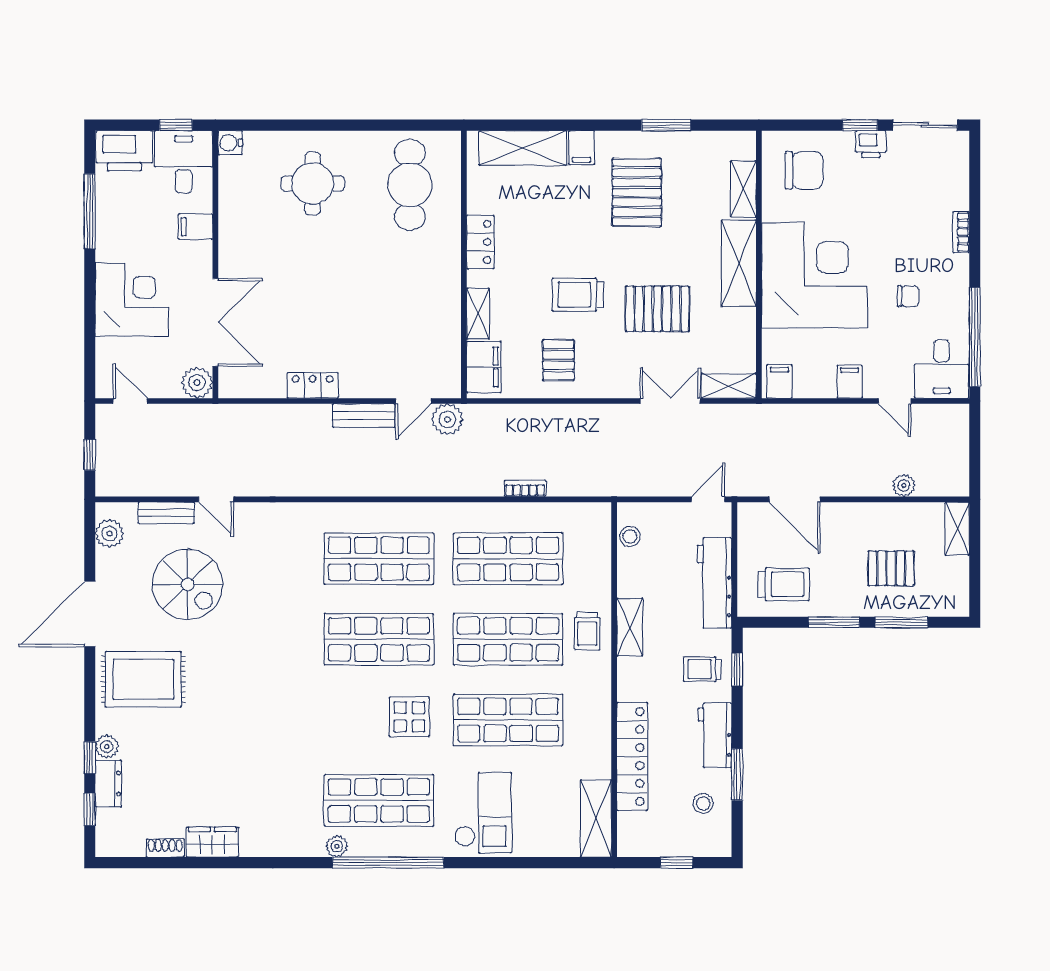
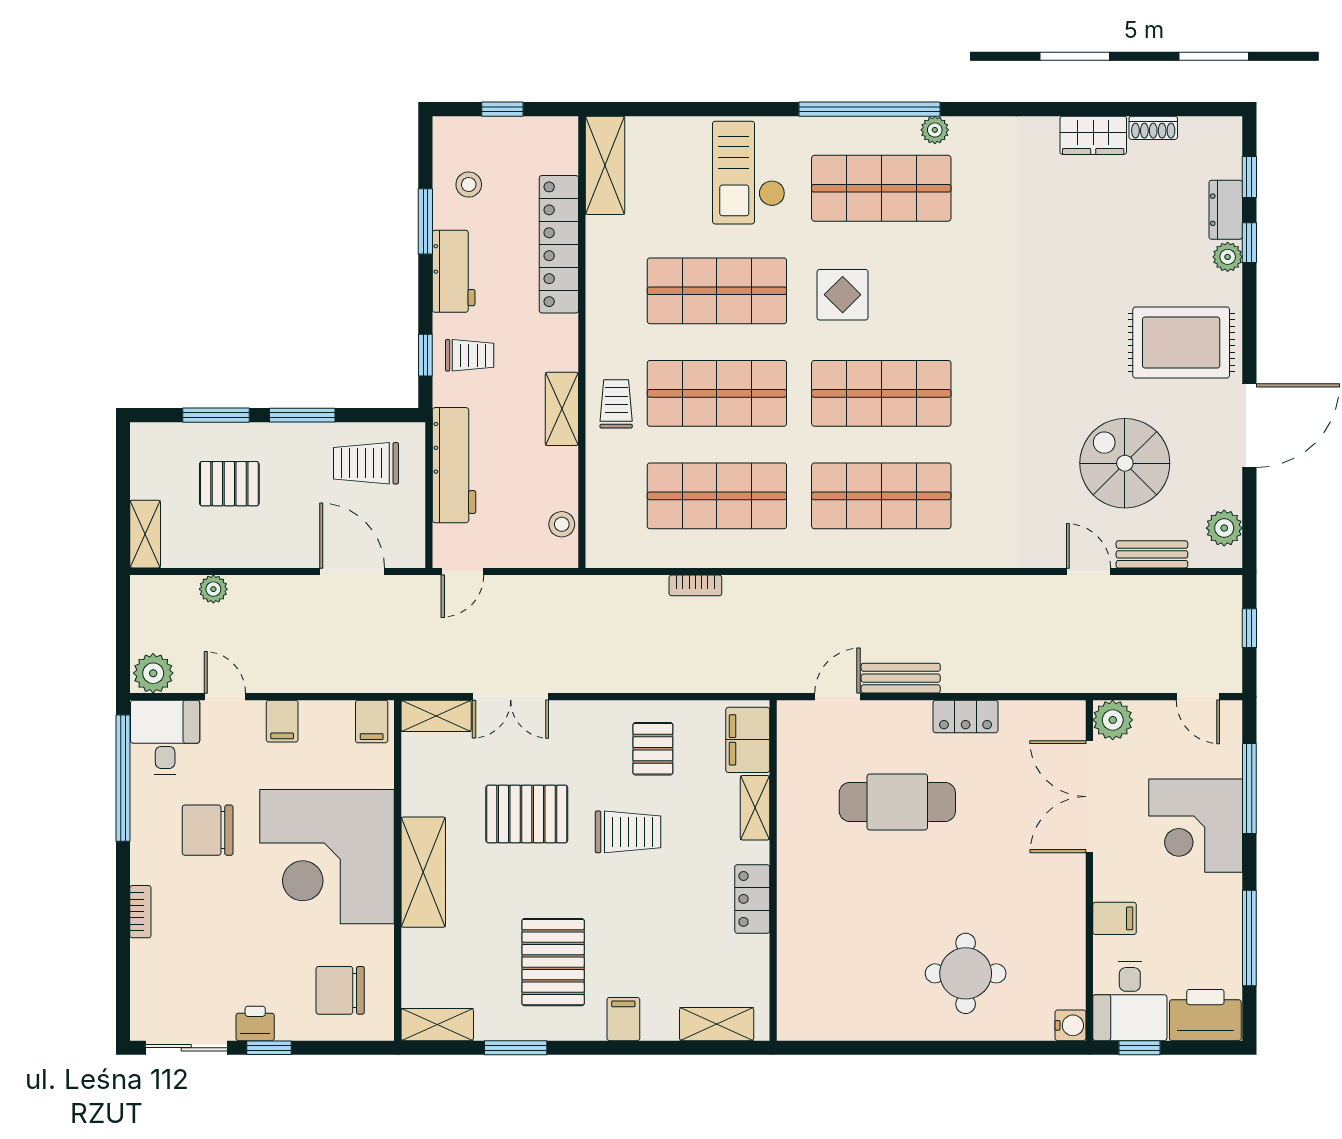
shelving: (523, 148) -> (717, 1024), width x0.67, depth x0.75
cafe table: (410, 185) -> (897, 802), moved, turned 90
shelving: (743, 189) -> (437, 1025), moved, turned 90
chair: (908, 296) -> (208, 830), width x1.87, depth x1.87
window: (90, 329) -> (1249, 788), added
plant: (447, 419) -> (153, 673), moved

